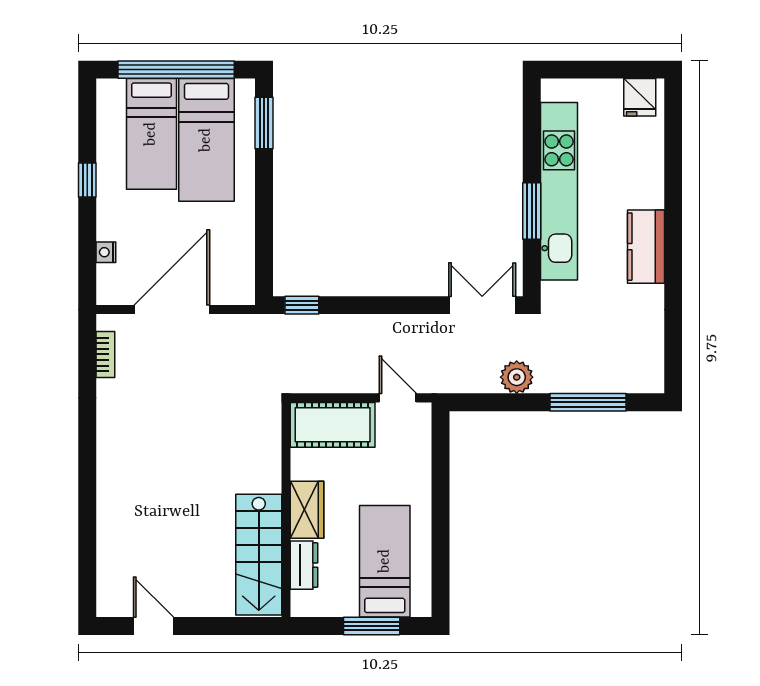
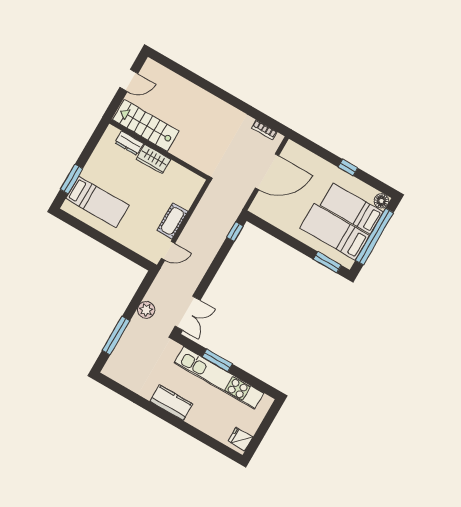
floor lamp: (110, 92) -> (381, 201), added
nightstand: (106, 252) -> (310, 157), removed
door: (172, 310) -> (267, 172), hinge flipped
cot: (333, 425) -> (172, 221), width x0.73, depth x0.75
wall: (286, 510) -> (159, 150), moved
wardrobe: (307, 510) -> (153, 159), moved
stairs: (259, 555) -> (146, 125), moved
dresser: (304, 565) -> (129, 143), moved

